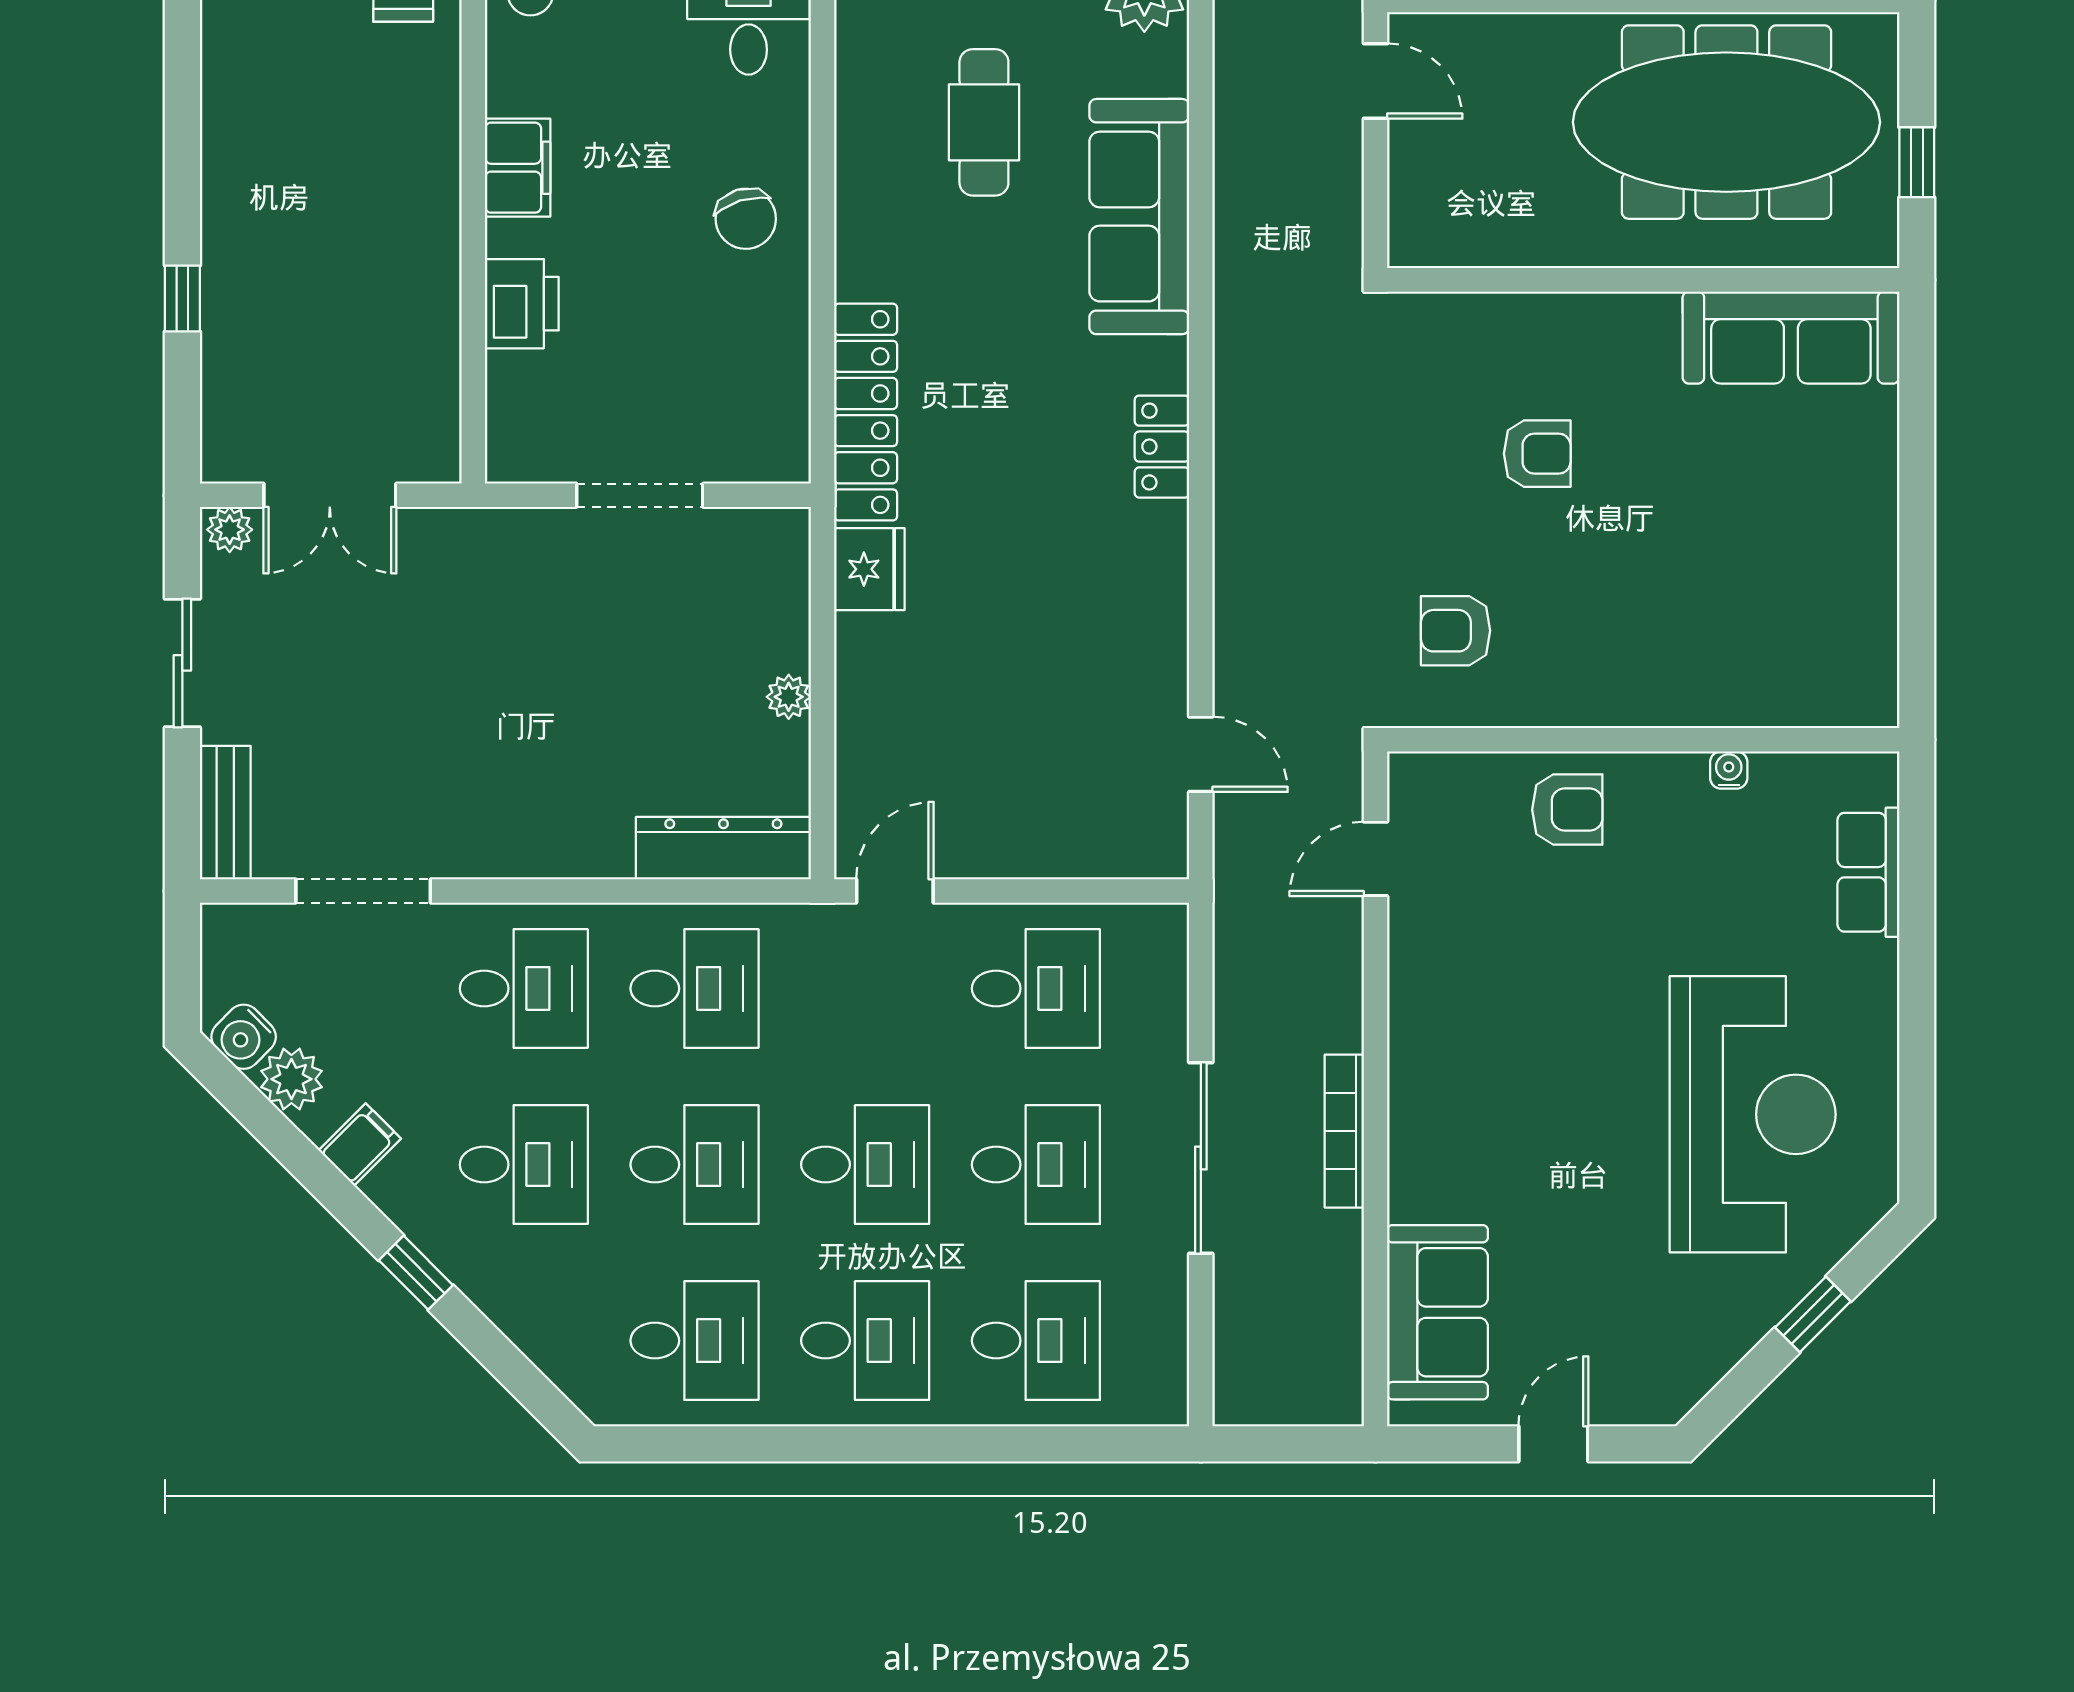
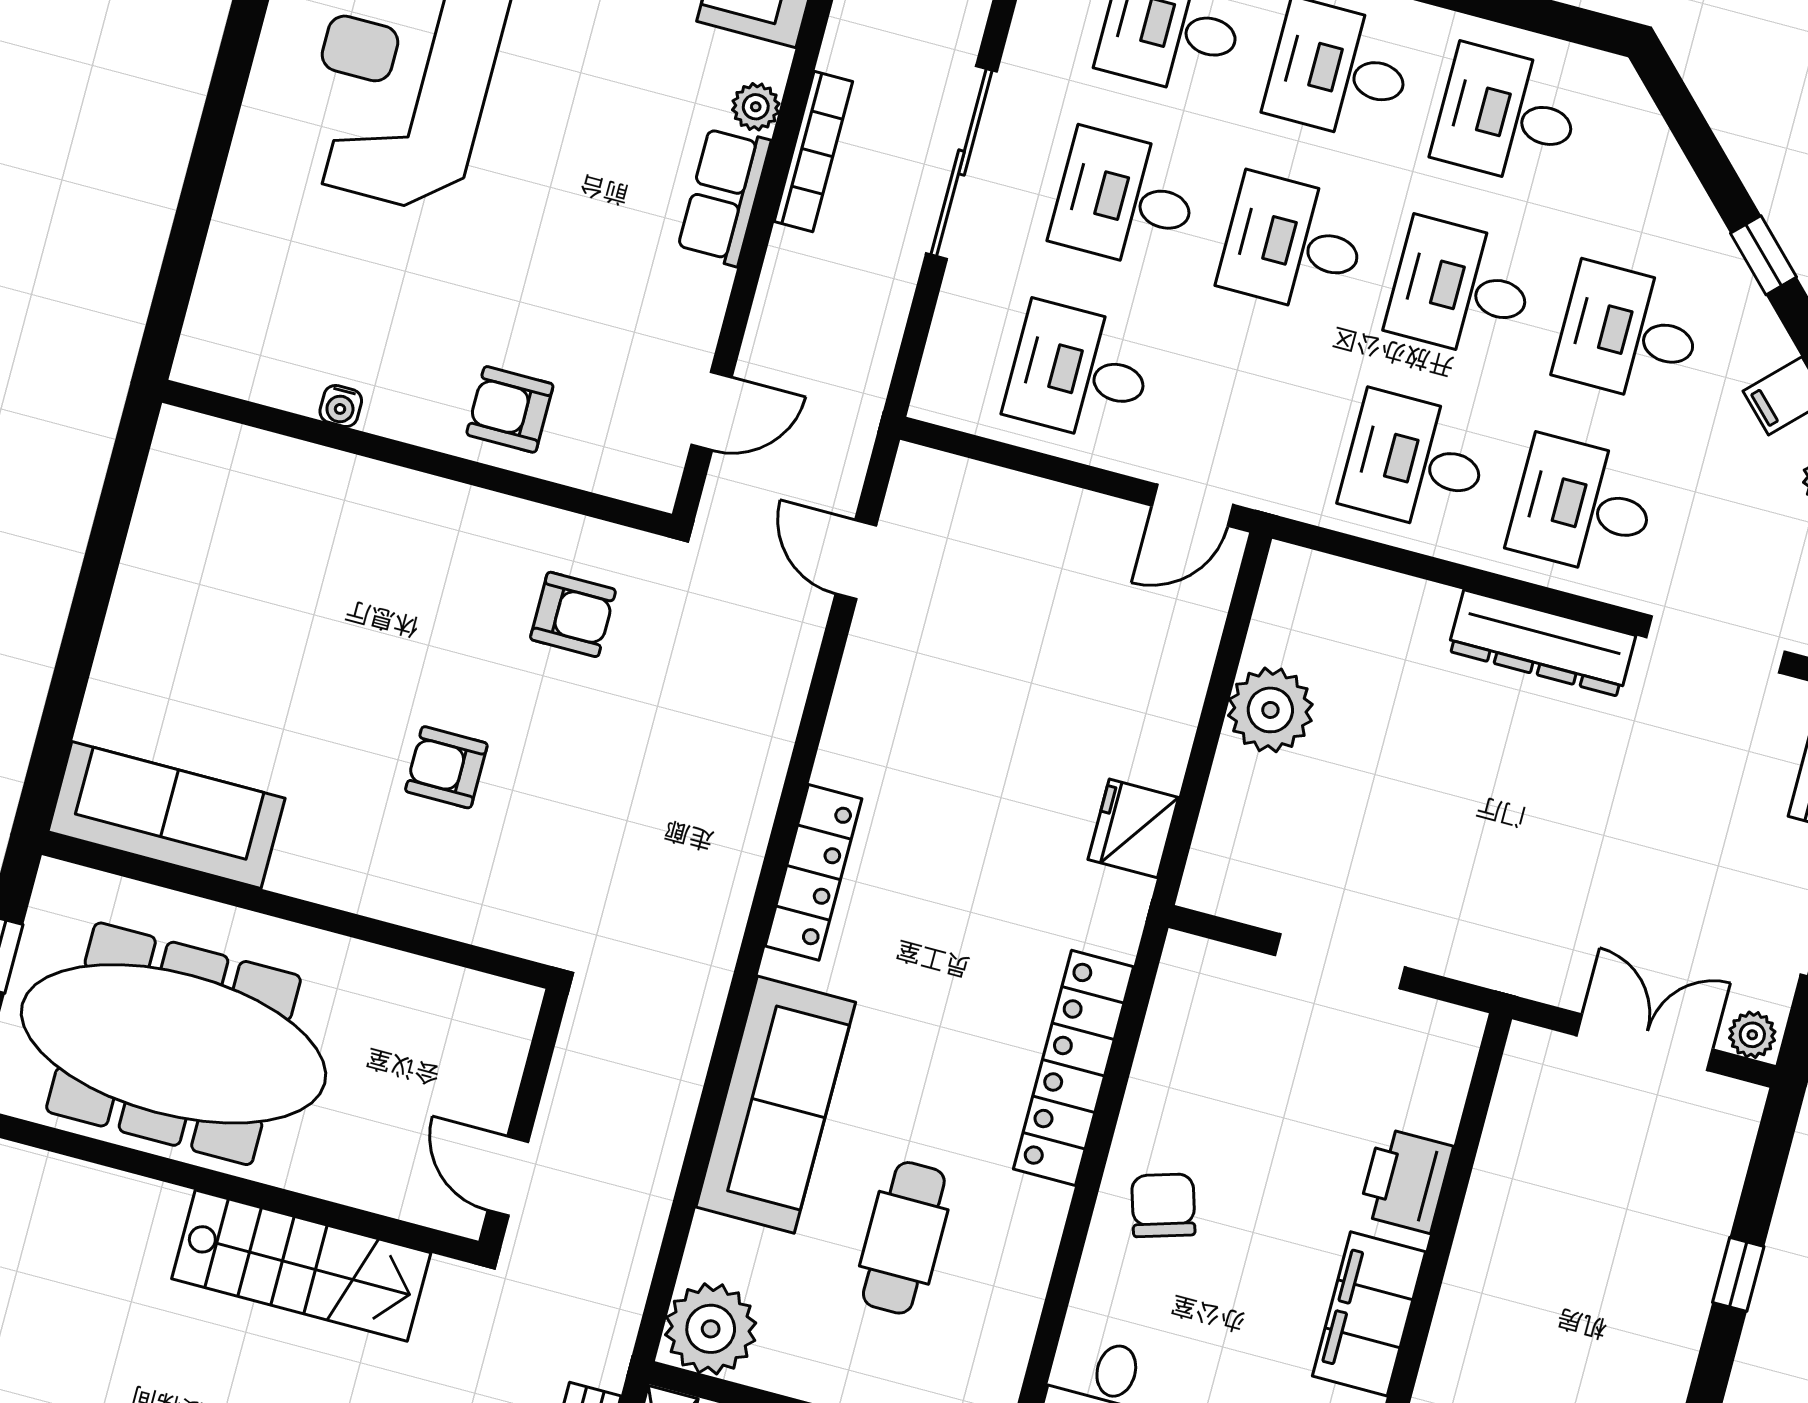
filing cabinet: (518, 168) -> (1369, 1314), width x1.50, depth x1.17
locker: (866, 412) -> (1074, 1068), moved
locker: (1162, 447) -> (814, 872), width x1.53
plant: (789, 697) -> (1270, 710), width x1.88, depth x1.88
dresser: (723, 848) -> (1542, 643), moved
row of seats: (1868, 872) -> (724, 196), moved, turned 180
plant: (1410, 1159) -> (756, 107), added

